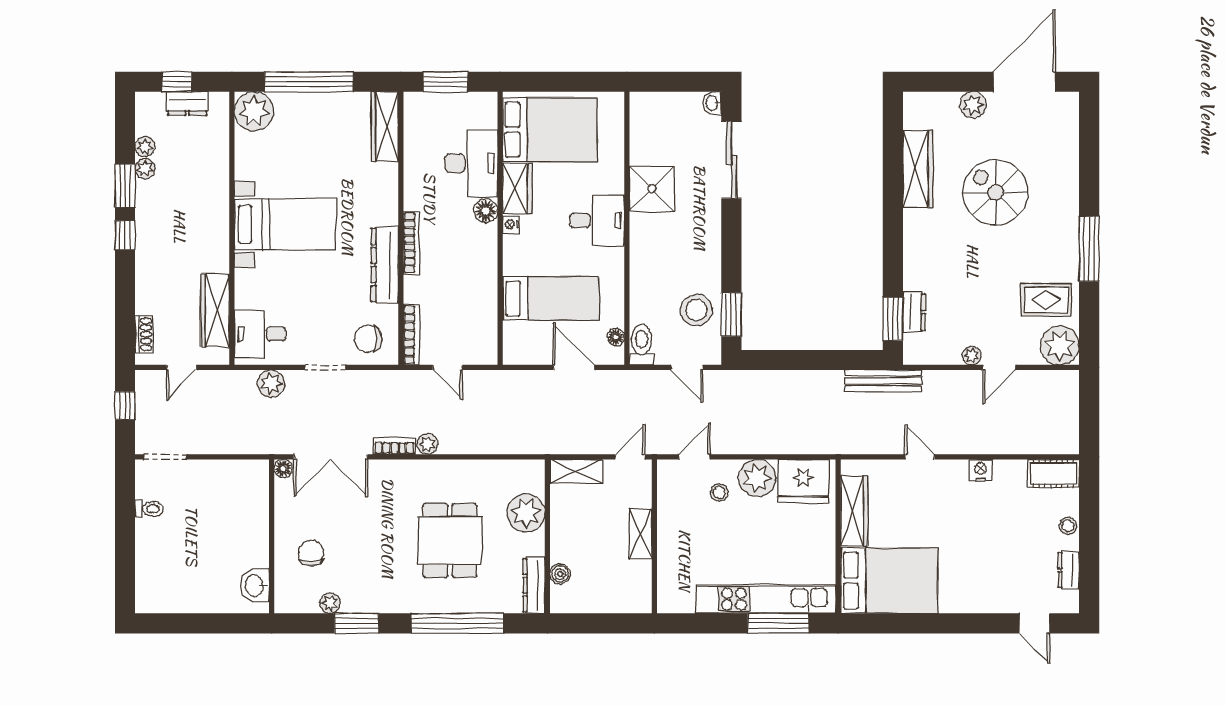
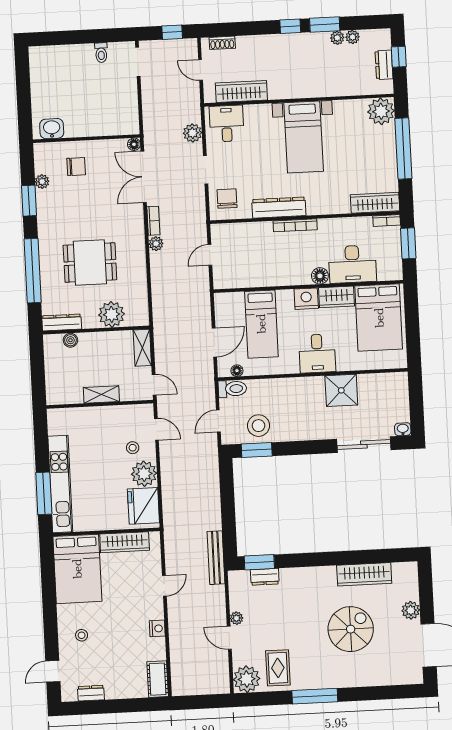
nightstand: (511, 224) -> (306, 299), width x1.89, depth x1.79
bookcase: (411, 335) -> (387, 220), moved, width x0.64
stool: (1068, 526) -> (82, 635), moved

